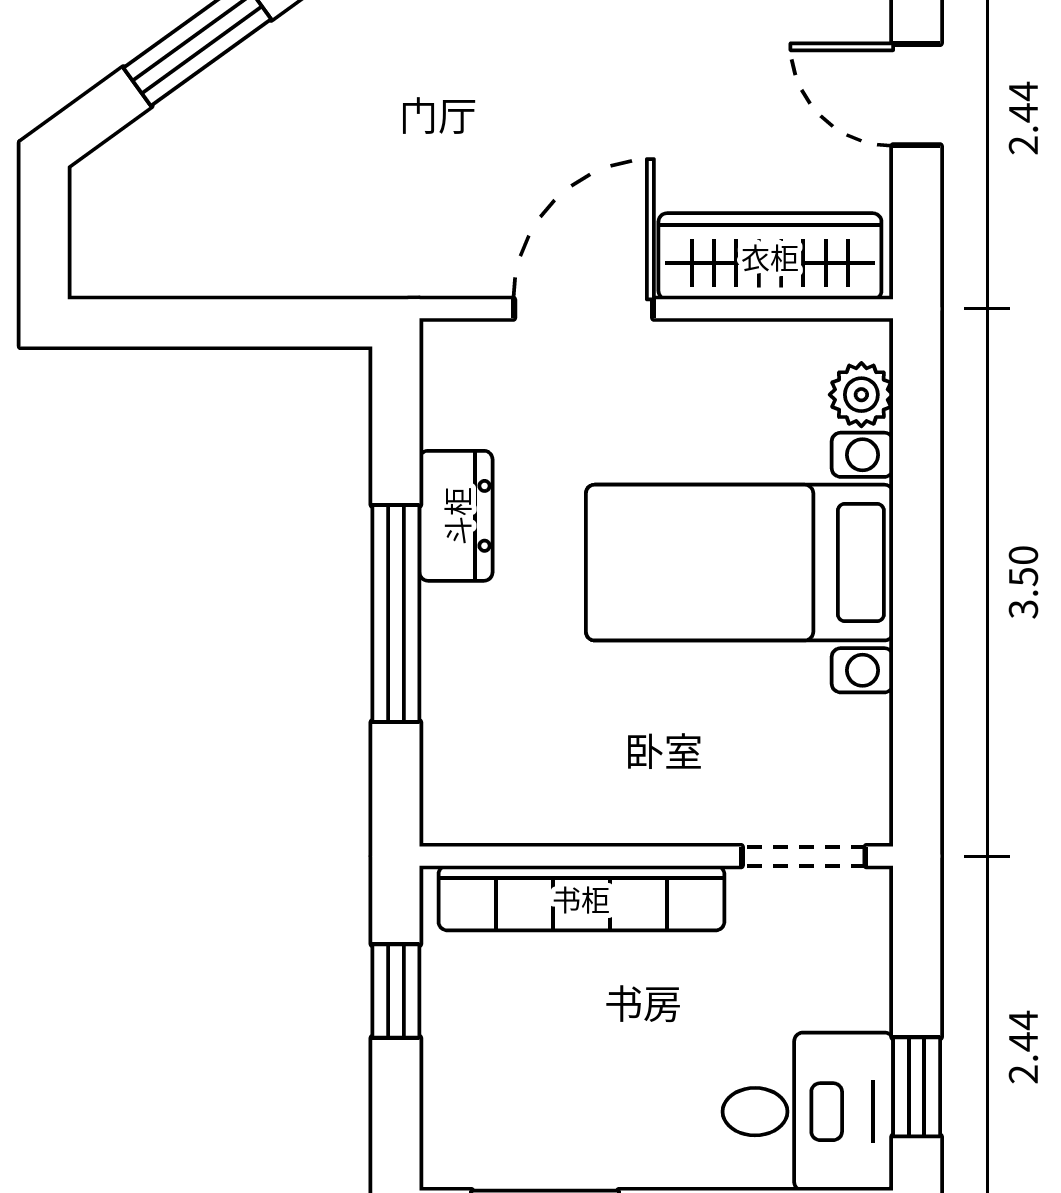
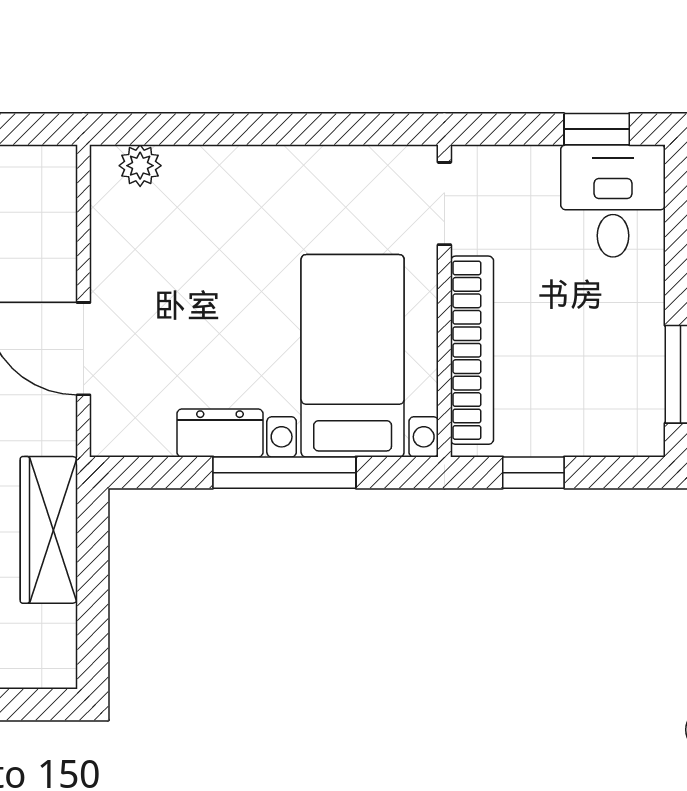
wardrobe: (770, 256) -> (49, 530), moved
bed with nightstands: (740, 563) -> (353, 356), moved, turned 180

